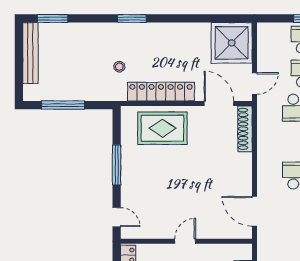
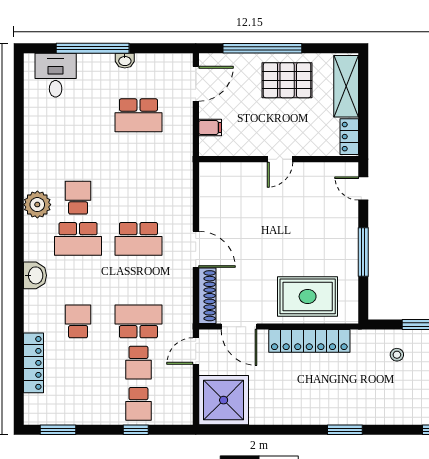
stool: (119, 67) -> (397, 355), moved
door: (254, 211) -> (196, 249), moved

